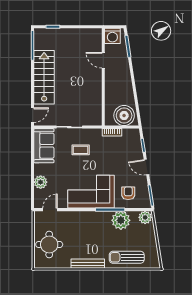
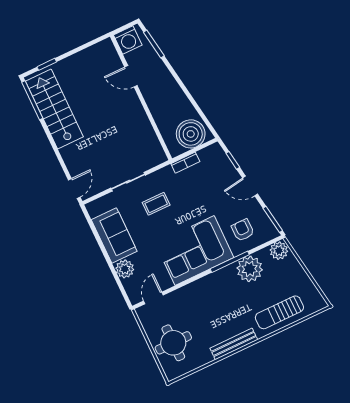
stairs: (44, 77) -> (54, 109), moved
sofa: (44, 146) -> (114, 235), moved

